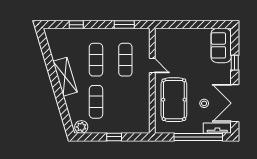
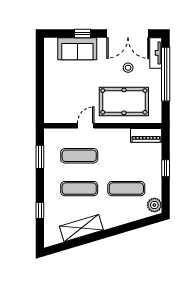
sofa: (221, 45) -> (77, 49), moved
shelving: (65, 77) -> (81, 228), moved
piano: (144, 120) -> (146, 135), added

